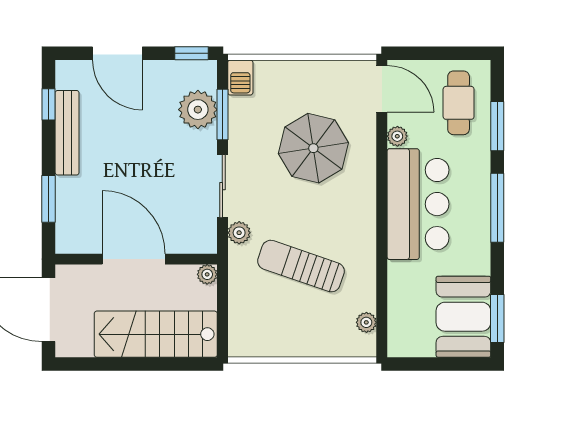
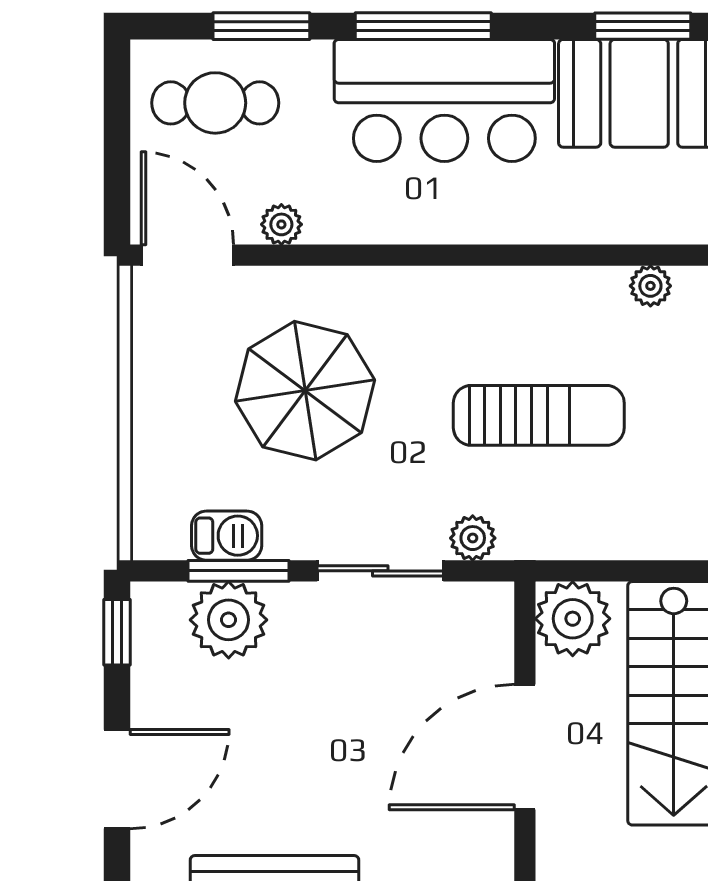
barbecue: (240, 78) -> (227, 536), moved
door: (382, 89) -> (187, 255), hinge flipped
bar counter: (418, 204) -> (444, 100), moved, turned 180
sun lounger: (301, 266) -> (539, 415), turned -109
plant: (207, 274) -> (573, 619), width x1.88, depth x1.88

